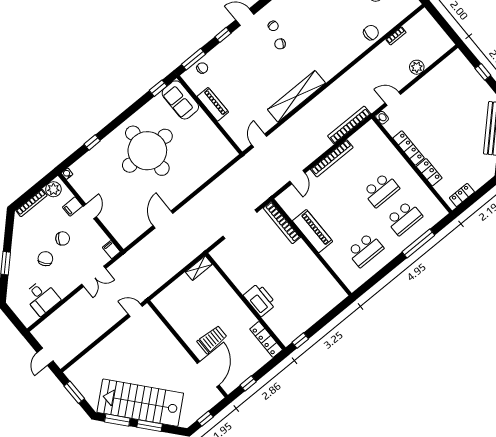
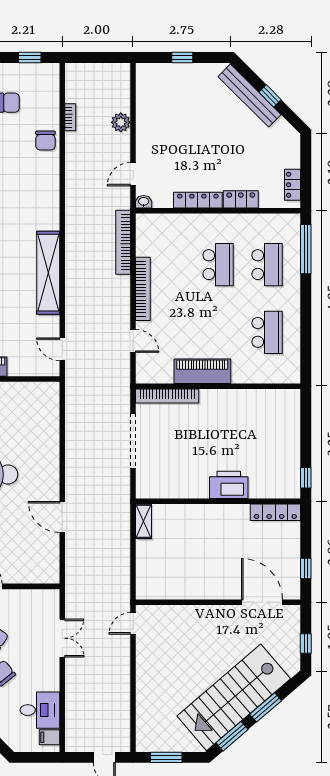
chair: (371, 33) -> (46, 141), turned 180
window: (418, 243) -> (306, 249), moved
filing cabinet: (111, 250) -> (49, 737), moved
trolley: (212, 339) -> (229, 568), removed

